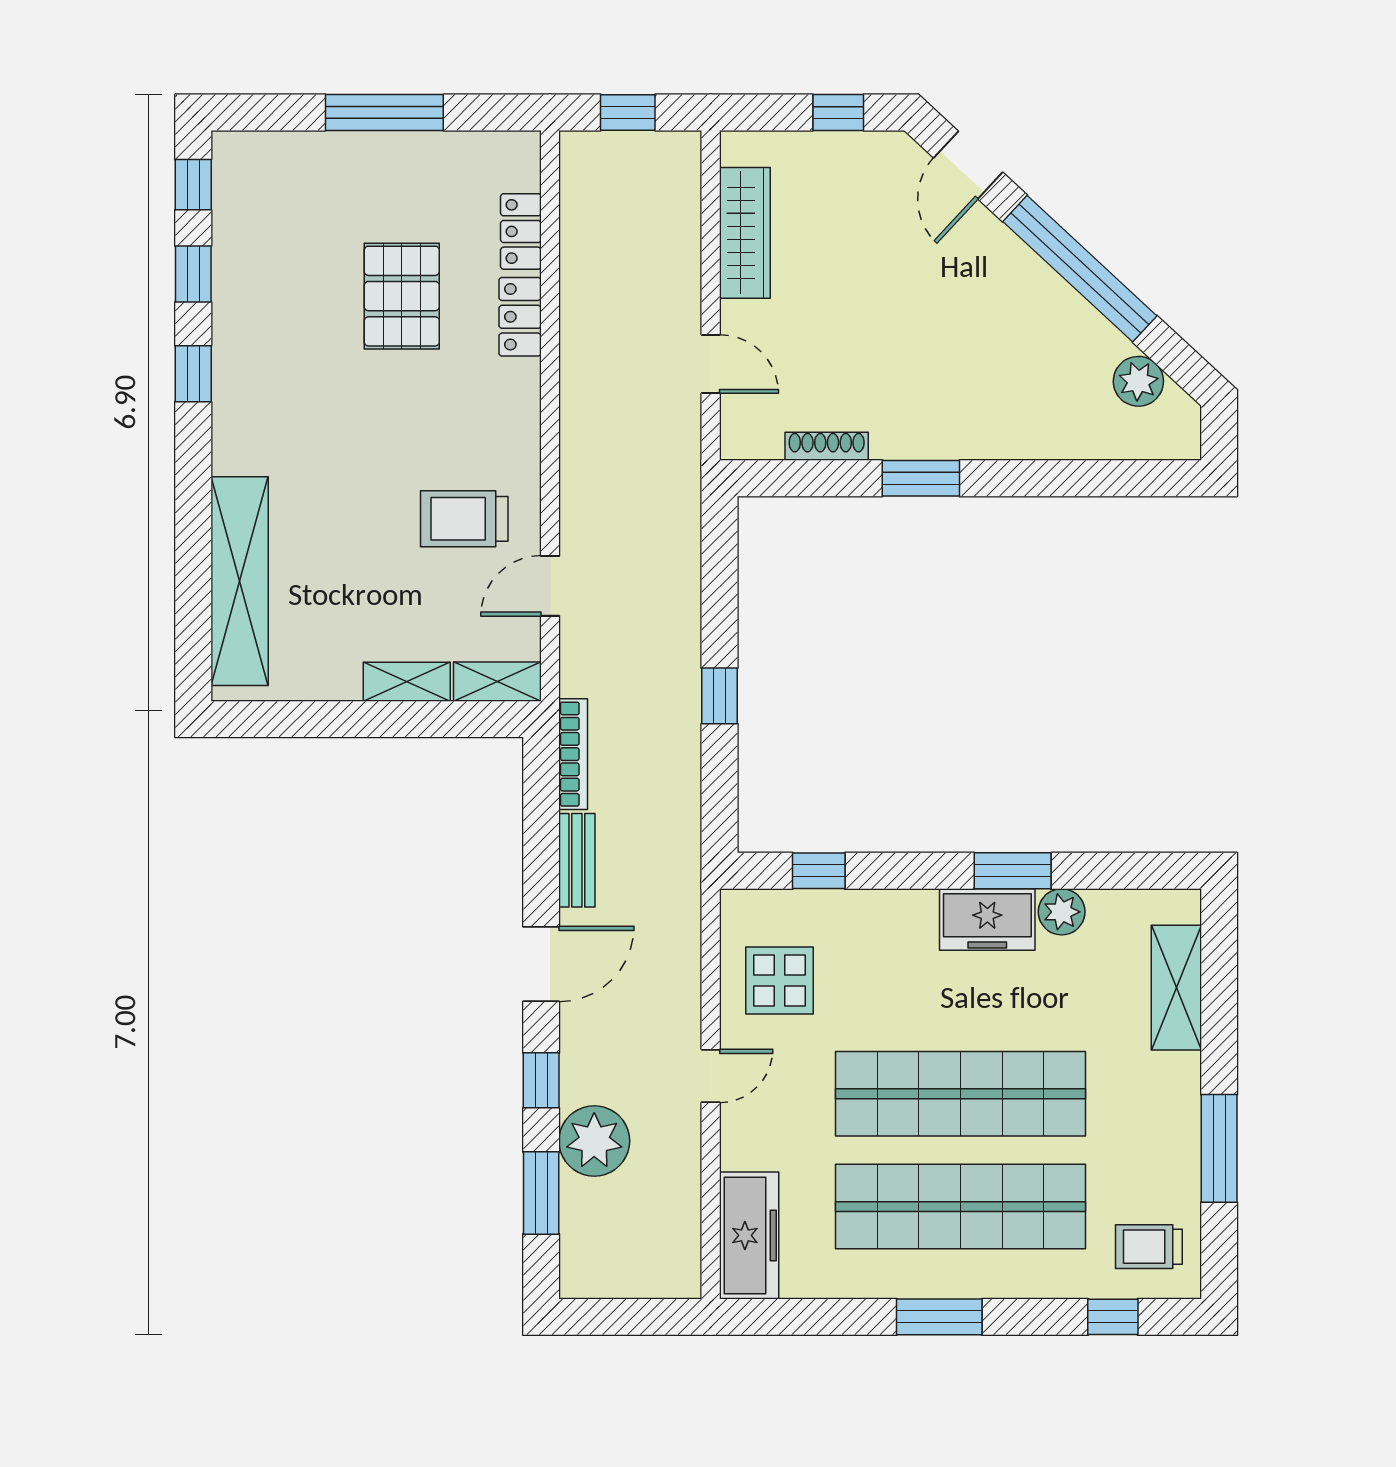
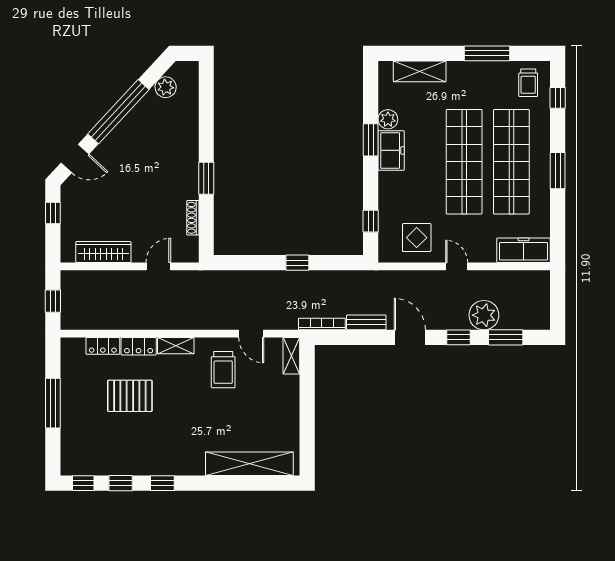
shelving: (407, 682) -> (176, 346), moved, turned 90

